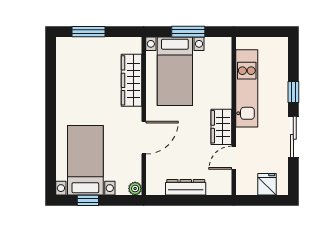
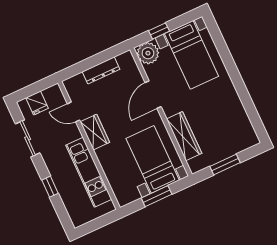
window: (89, 32) -> (225, 164), moved
sliding door: (293, 137) -> (28, 138), moved
door: (234, 158) -> (73, 112), swing flipped
plant: (135, 188) -> (148, 53), width x1.88, depth x1.88
window: (88, 200) -> (159, 31), moved

